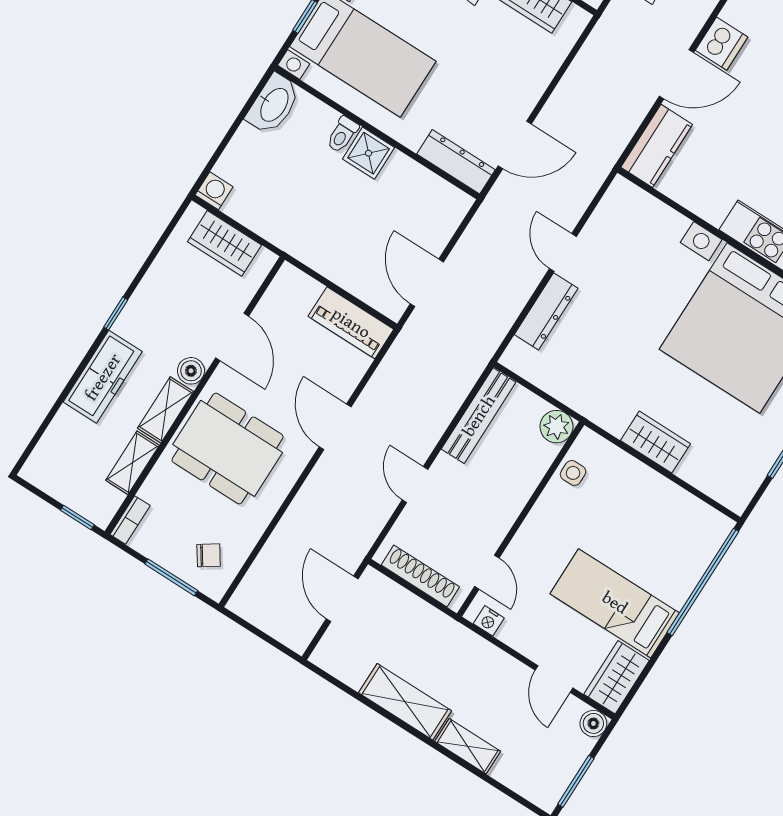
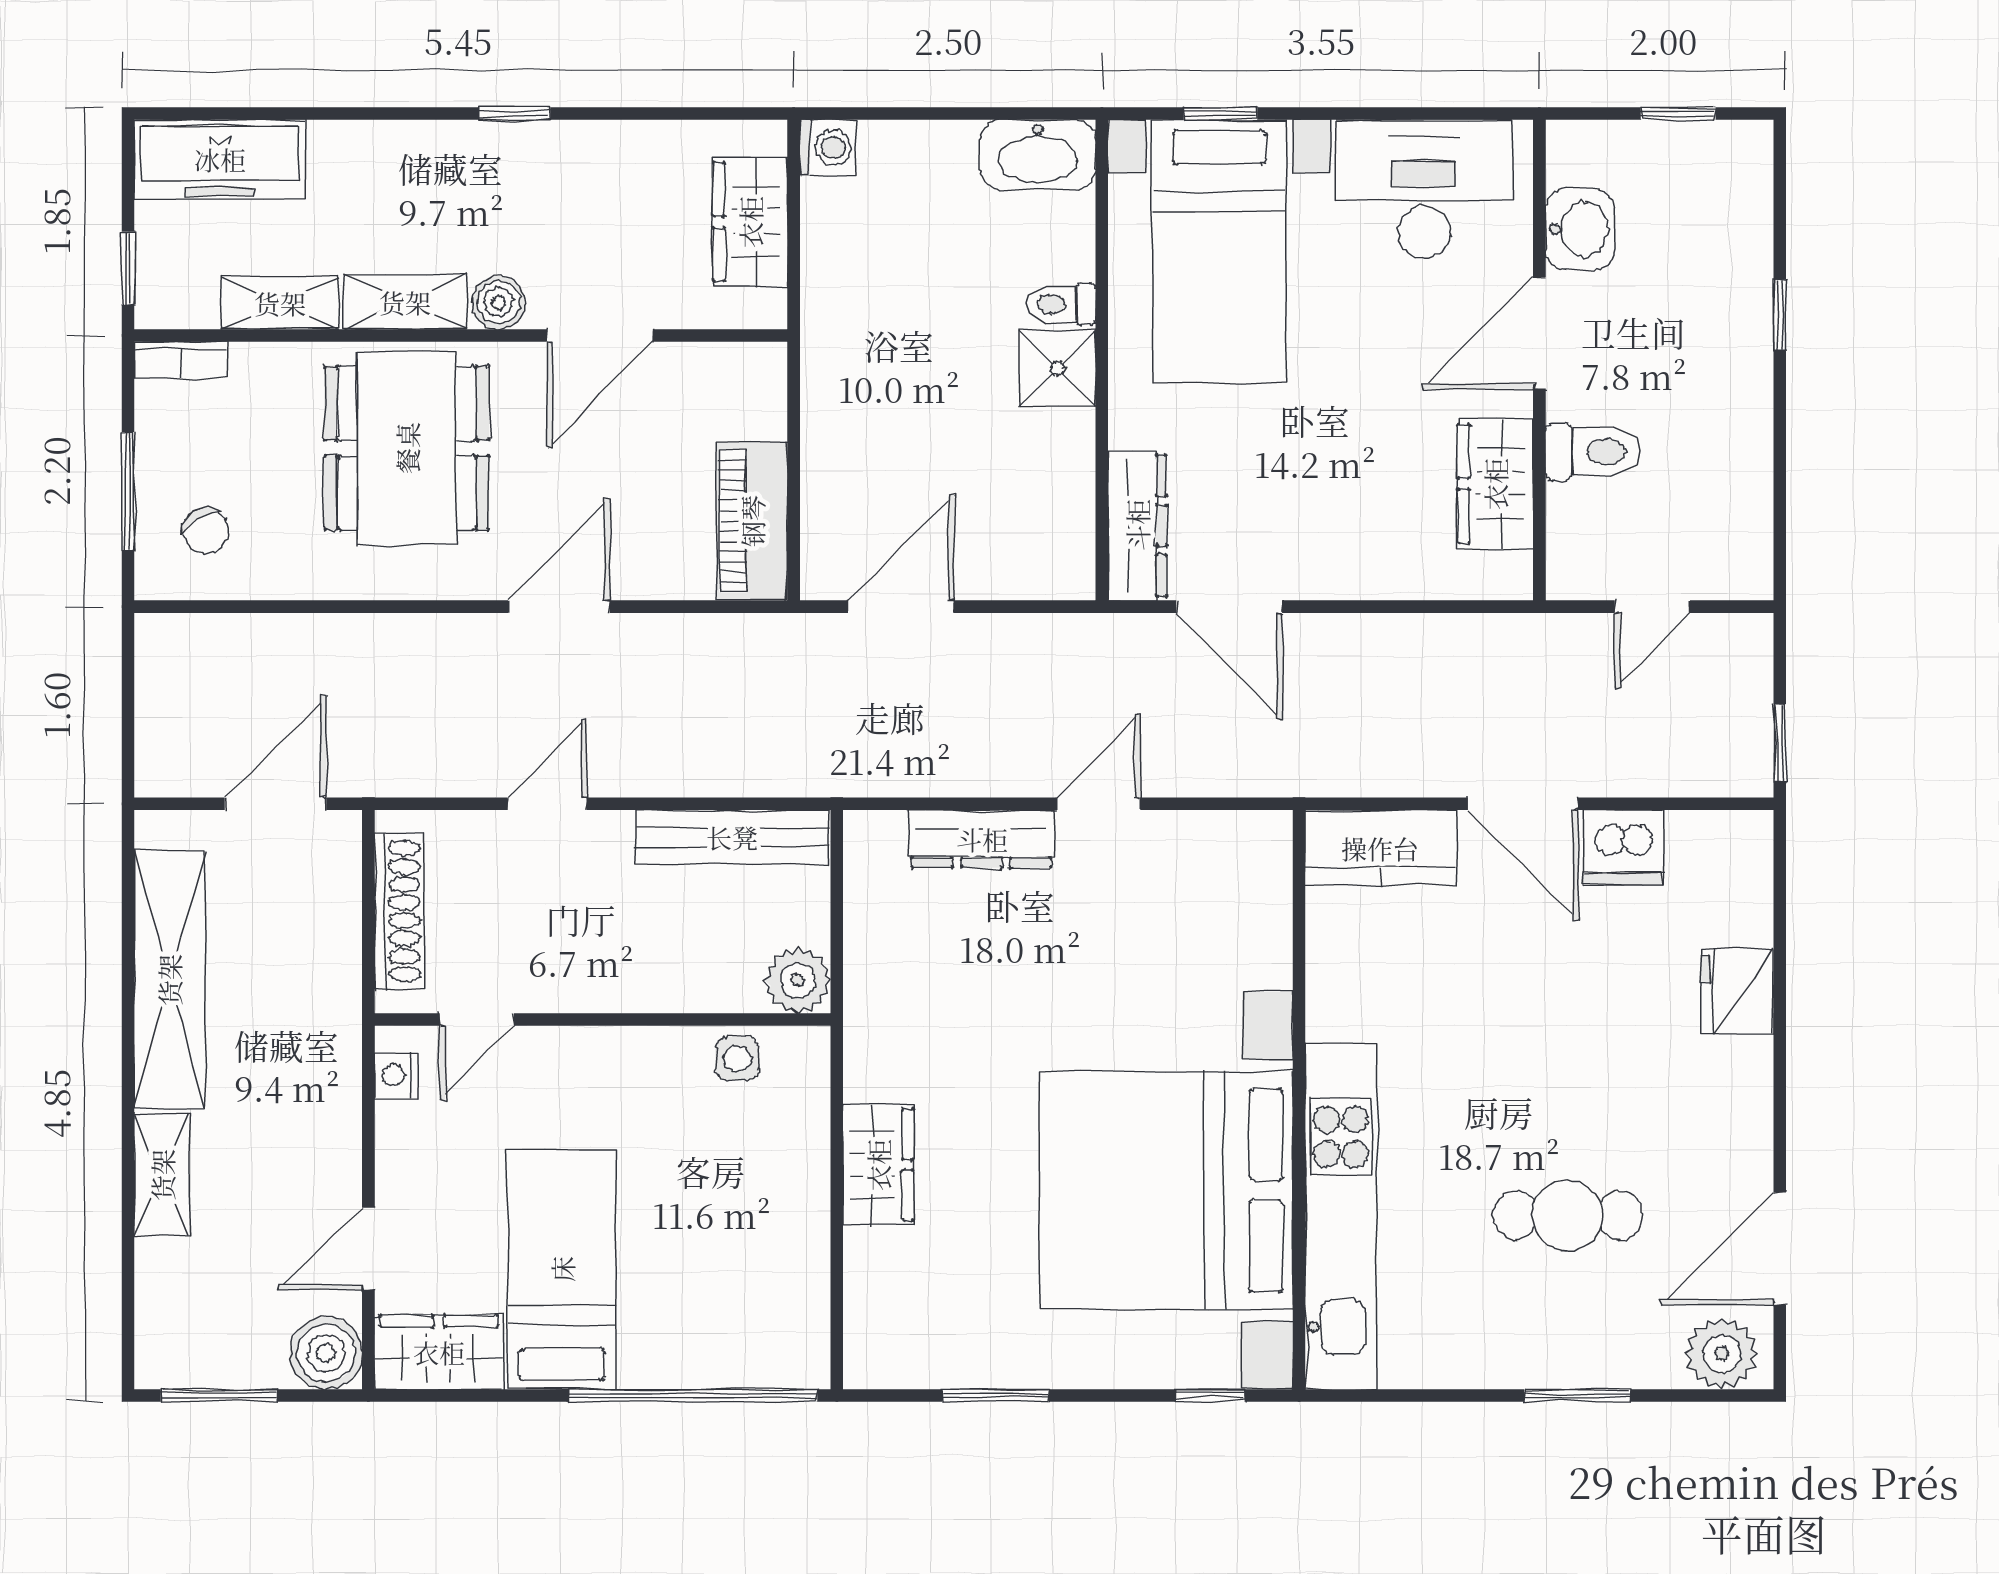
freezer: (103, 377) -> (220, 159), moved
shelving: (405, 702) -> (169, 980), width x1.47
boiler: (593, 723) -> (326, 1353), width x1.36, depth x1.36

